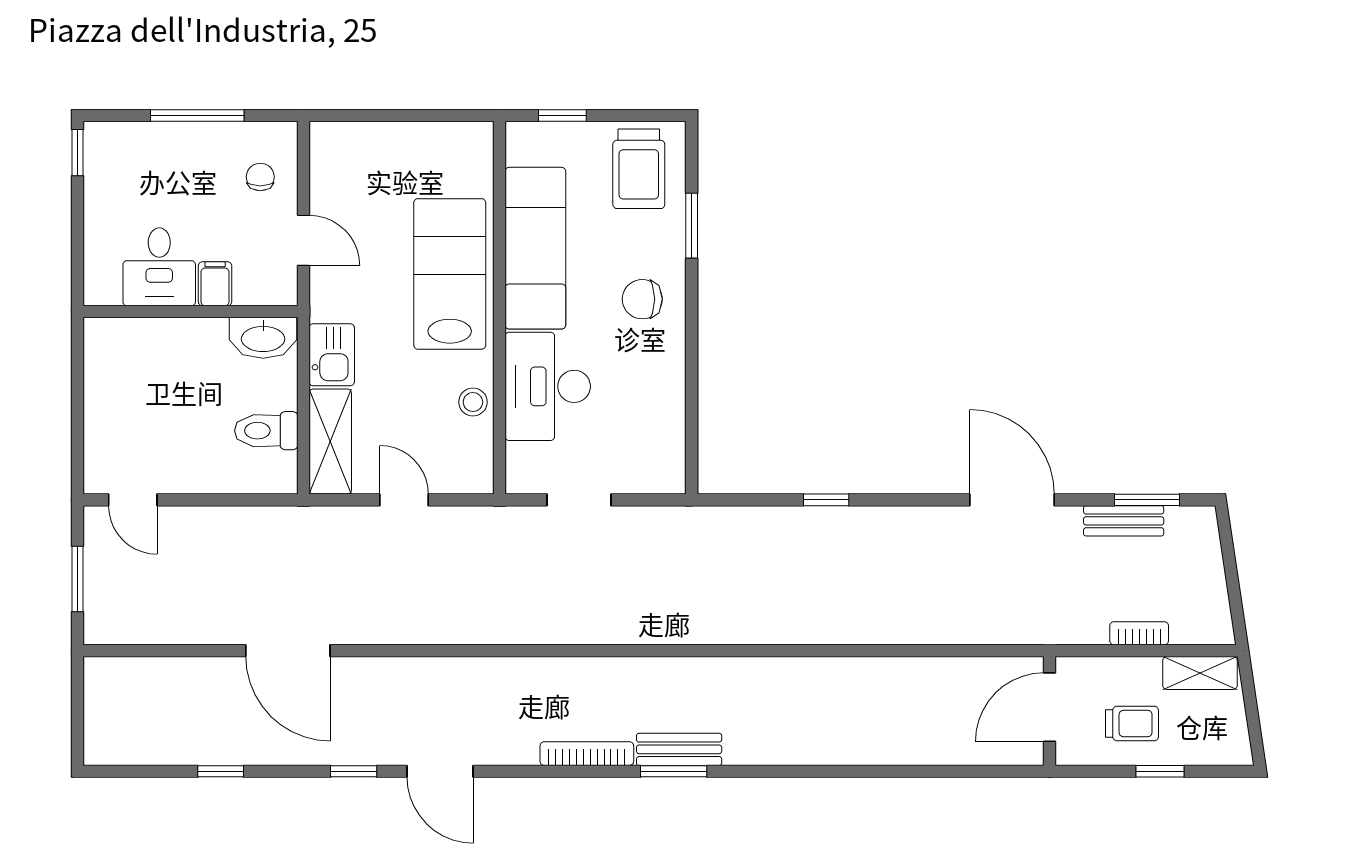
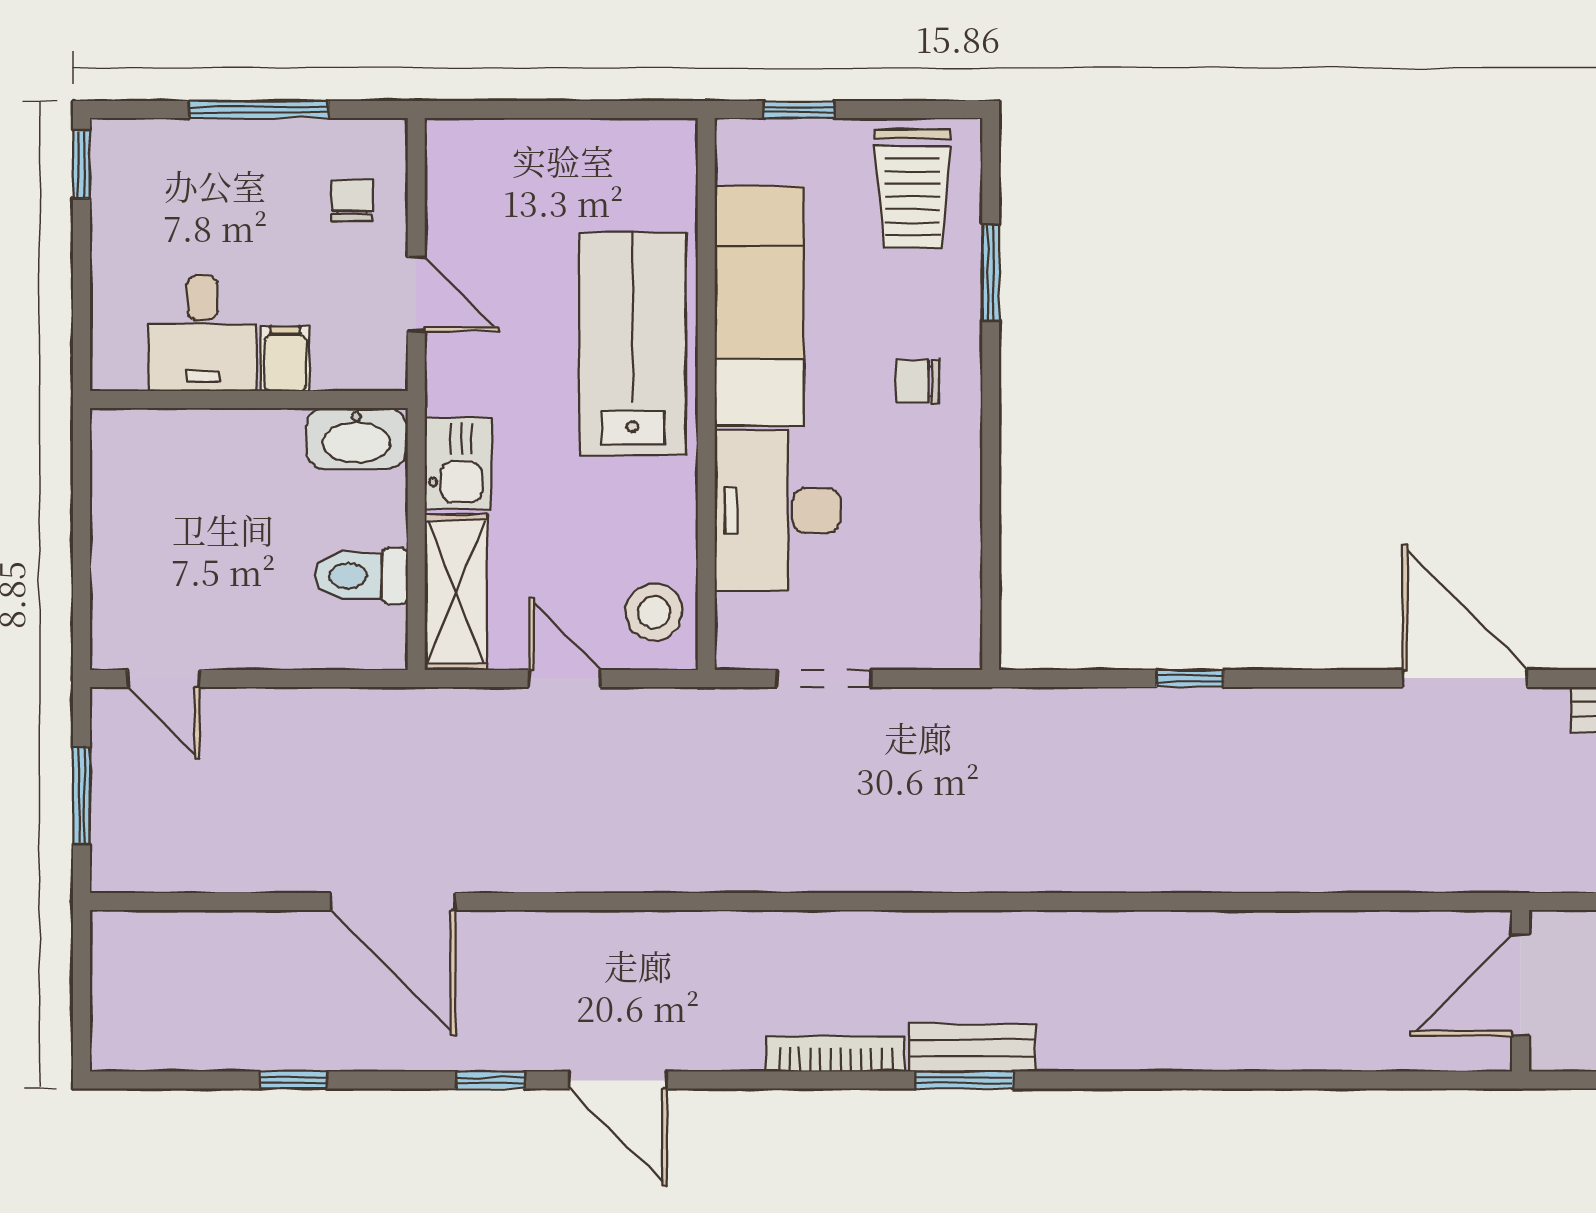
chair: (642, 299) -> (918, 381), width x0.73, depth x0.73
stool: (473, 402) -> (654, 612), moved, width x1.37, depth x1.37

